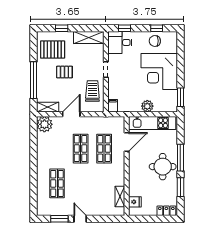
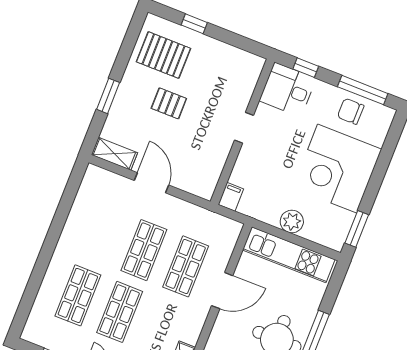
window: (157, 28) -> (363, 90), width x2.17
shelving: (89, 37) -> (236, 59), removed
window: (33, 80) -> (108, 96), width x0.47
trolley: (92, 91) -> (205, 156), removed
door: (71, 114) -> (151, 183), hinge flipped
plant: (44, 124) -> (97, 182), removed
door: (127, 142) -> (222, 291), moved
shop shelf: (81, 183) -> (120, 312), added

